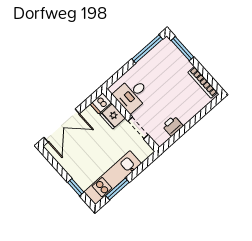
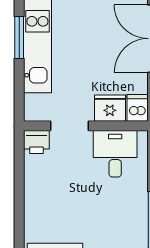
printer: (173, 126) -> (36, 142), moved, turned 90

